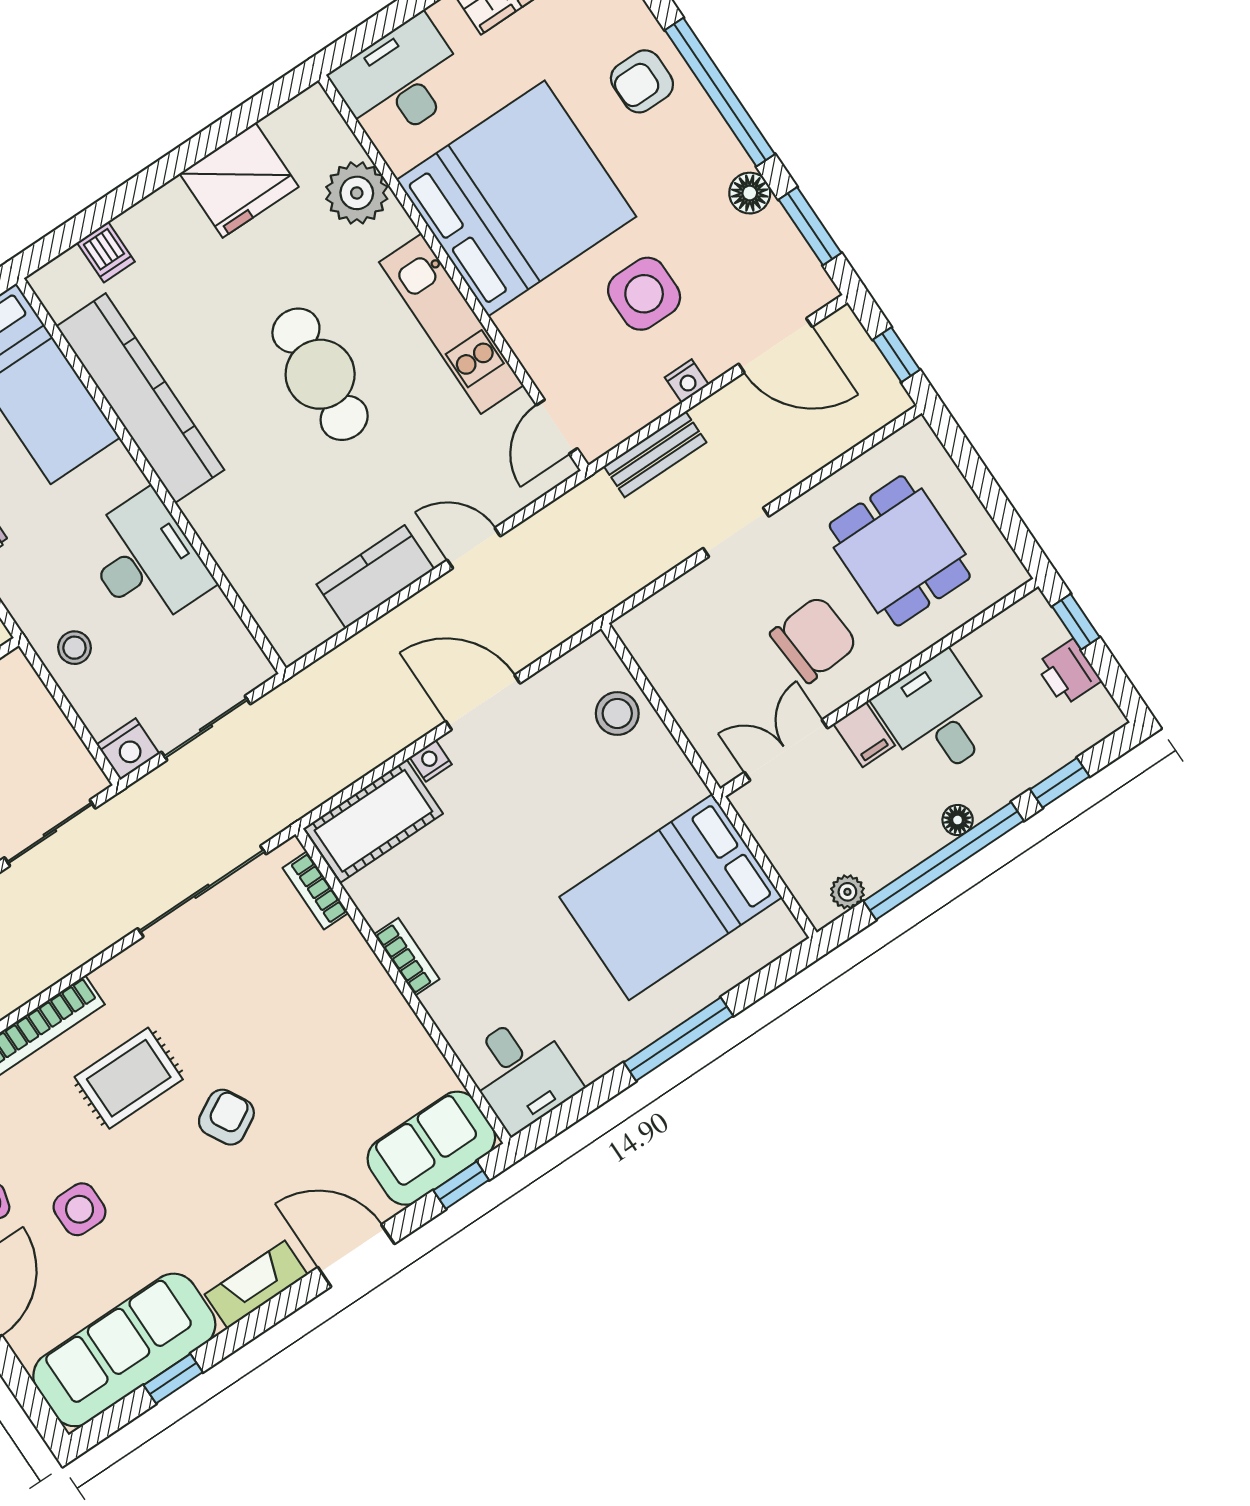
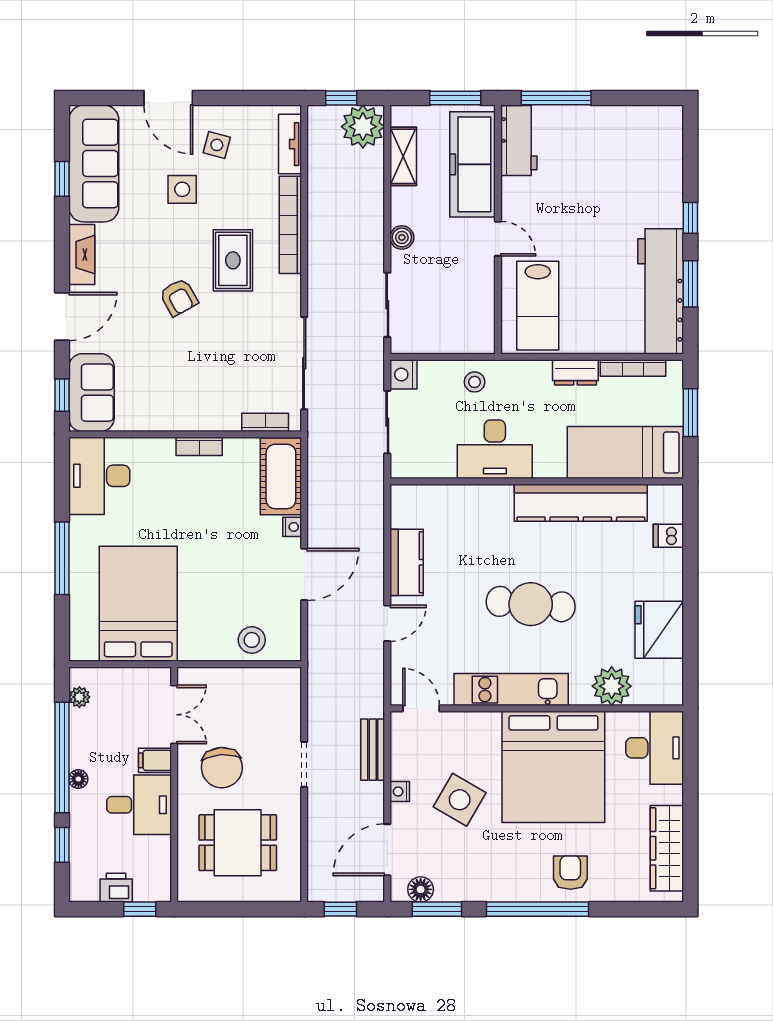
floor lamp: (750, 193) -> (421, 889), moved
side table: (644, 294) -> (460, 800), turned 30
desk: (521, 1073) -> (99, 476), width x1.37

